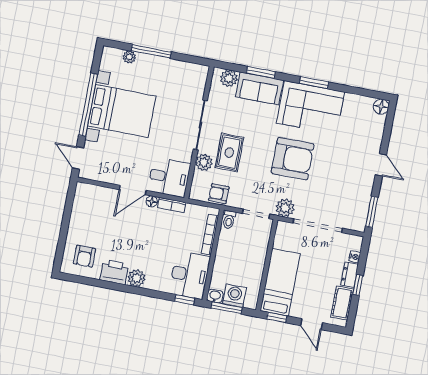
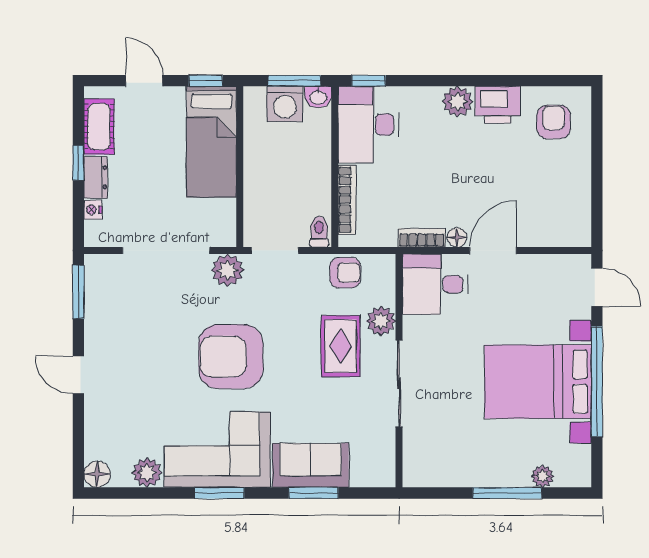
plant: (229, 78) -> (147, 473), moved

